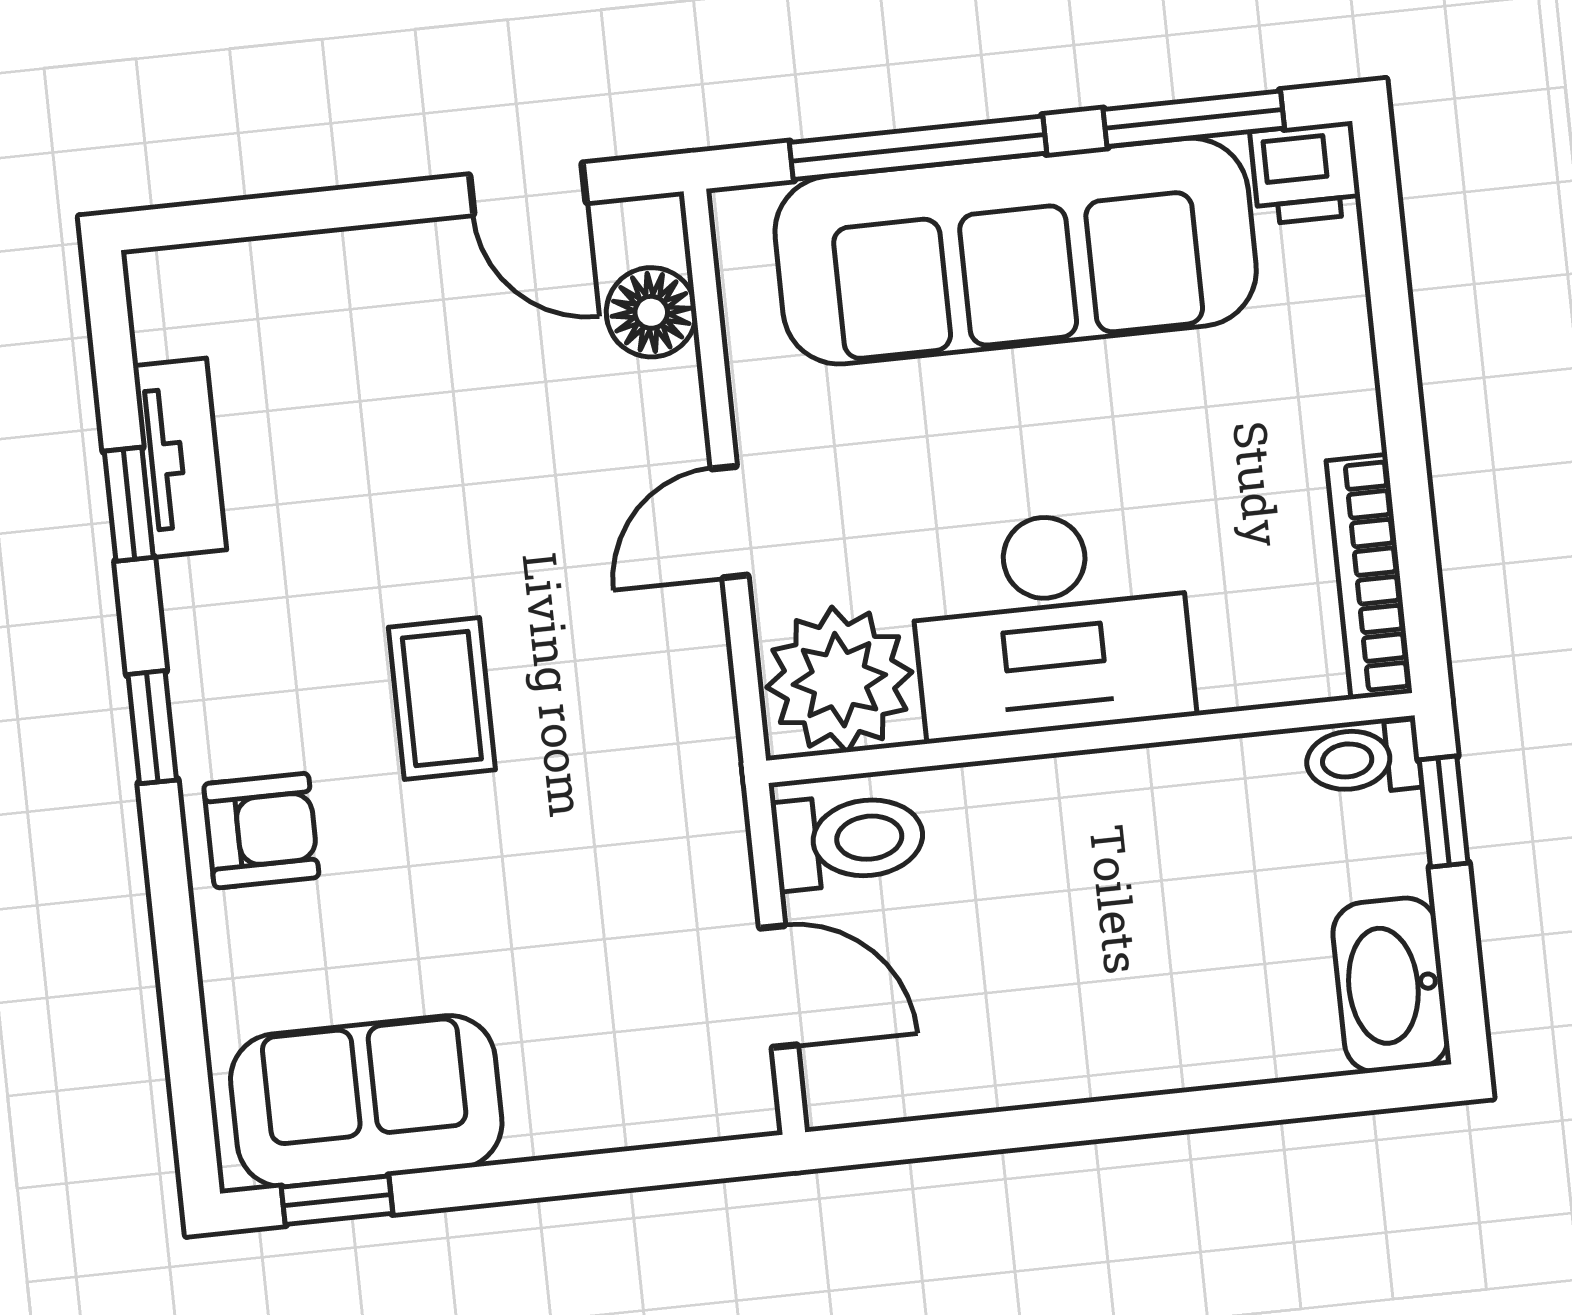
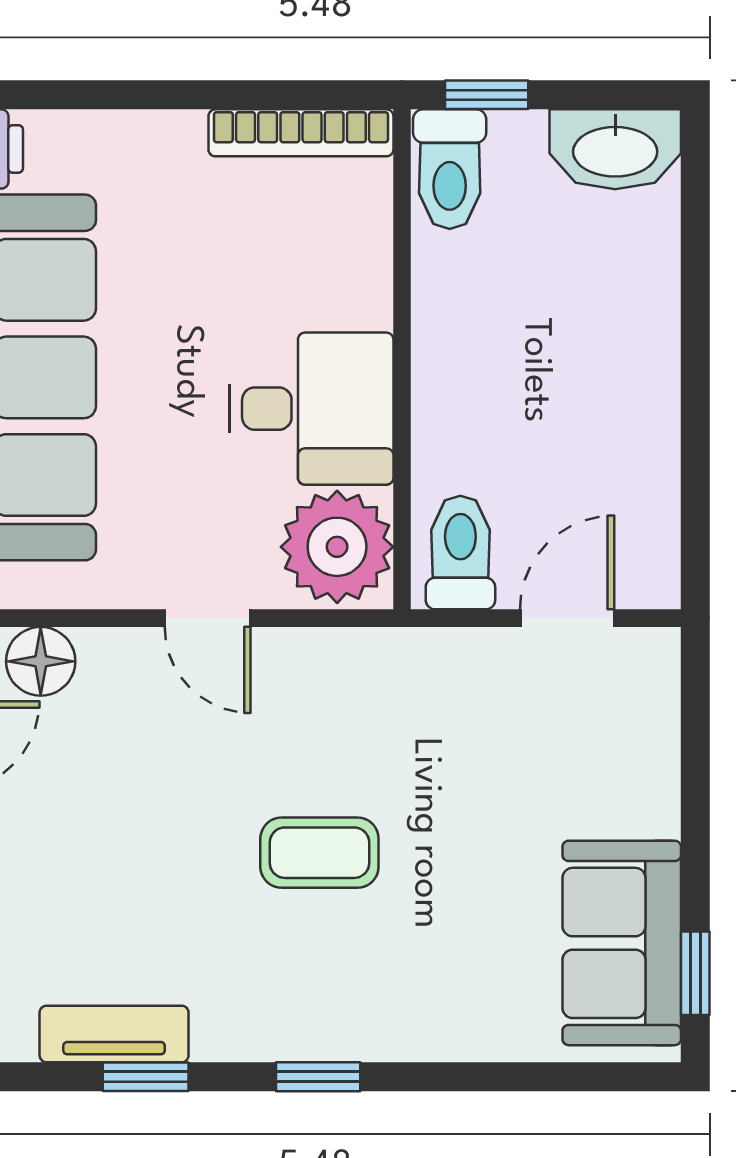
desk: (1051, 624) -> (311, 409), width x0.73
toilet: (1363, 759) -> (450, 169), width x1.37, depth x1.39
armchair: (261, 831) -> (406, 1002), removed

